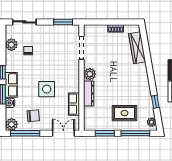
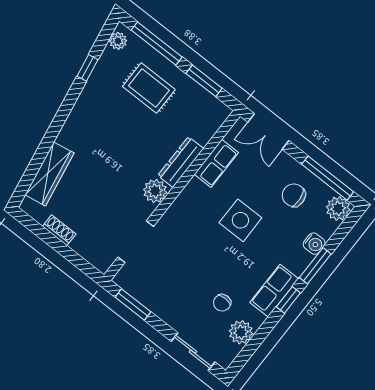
row of seats: (11, 85) -> (274, 291), moved

